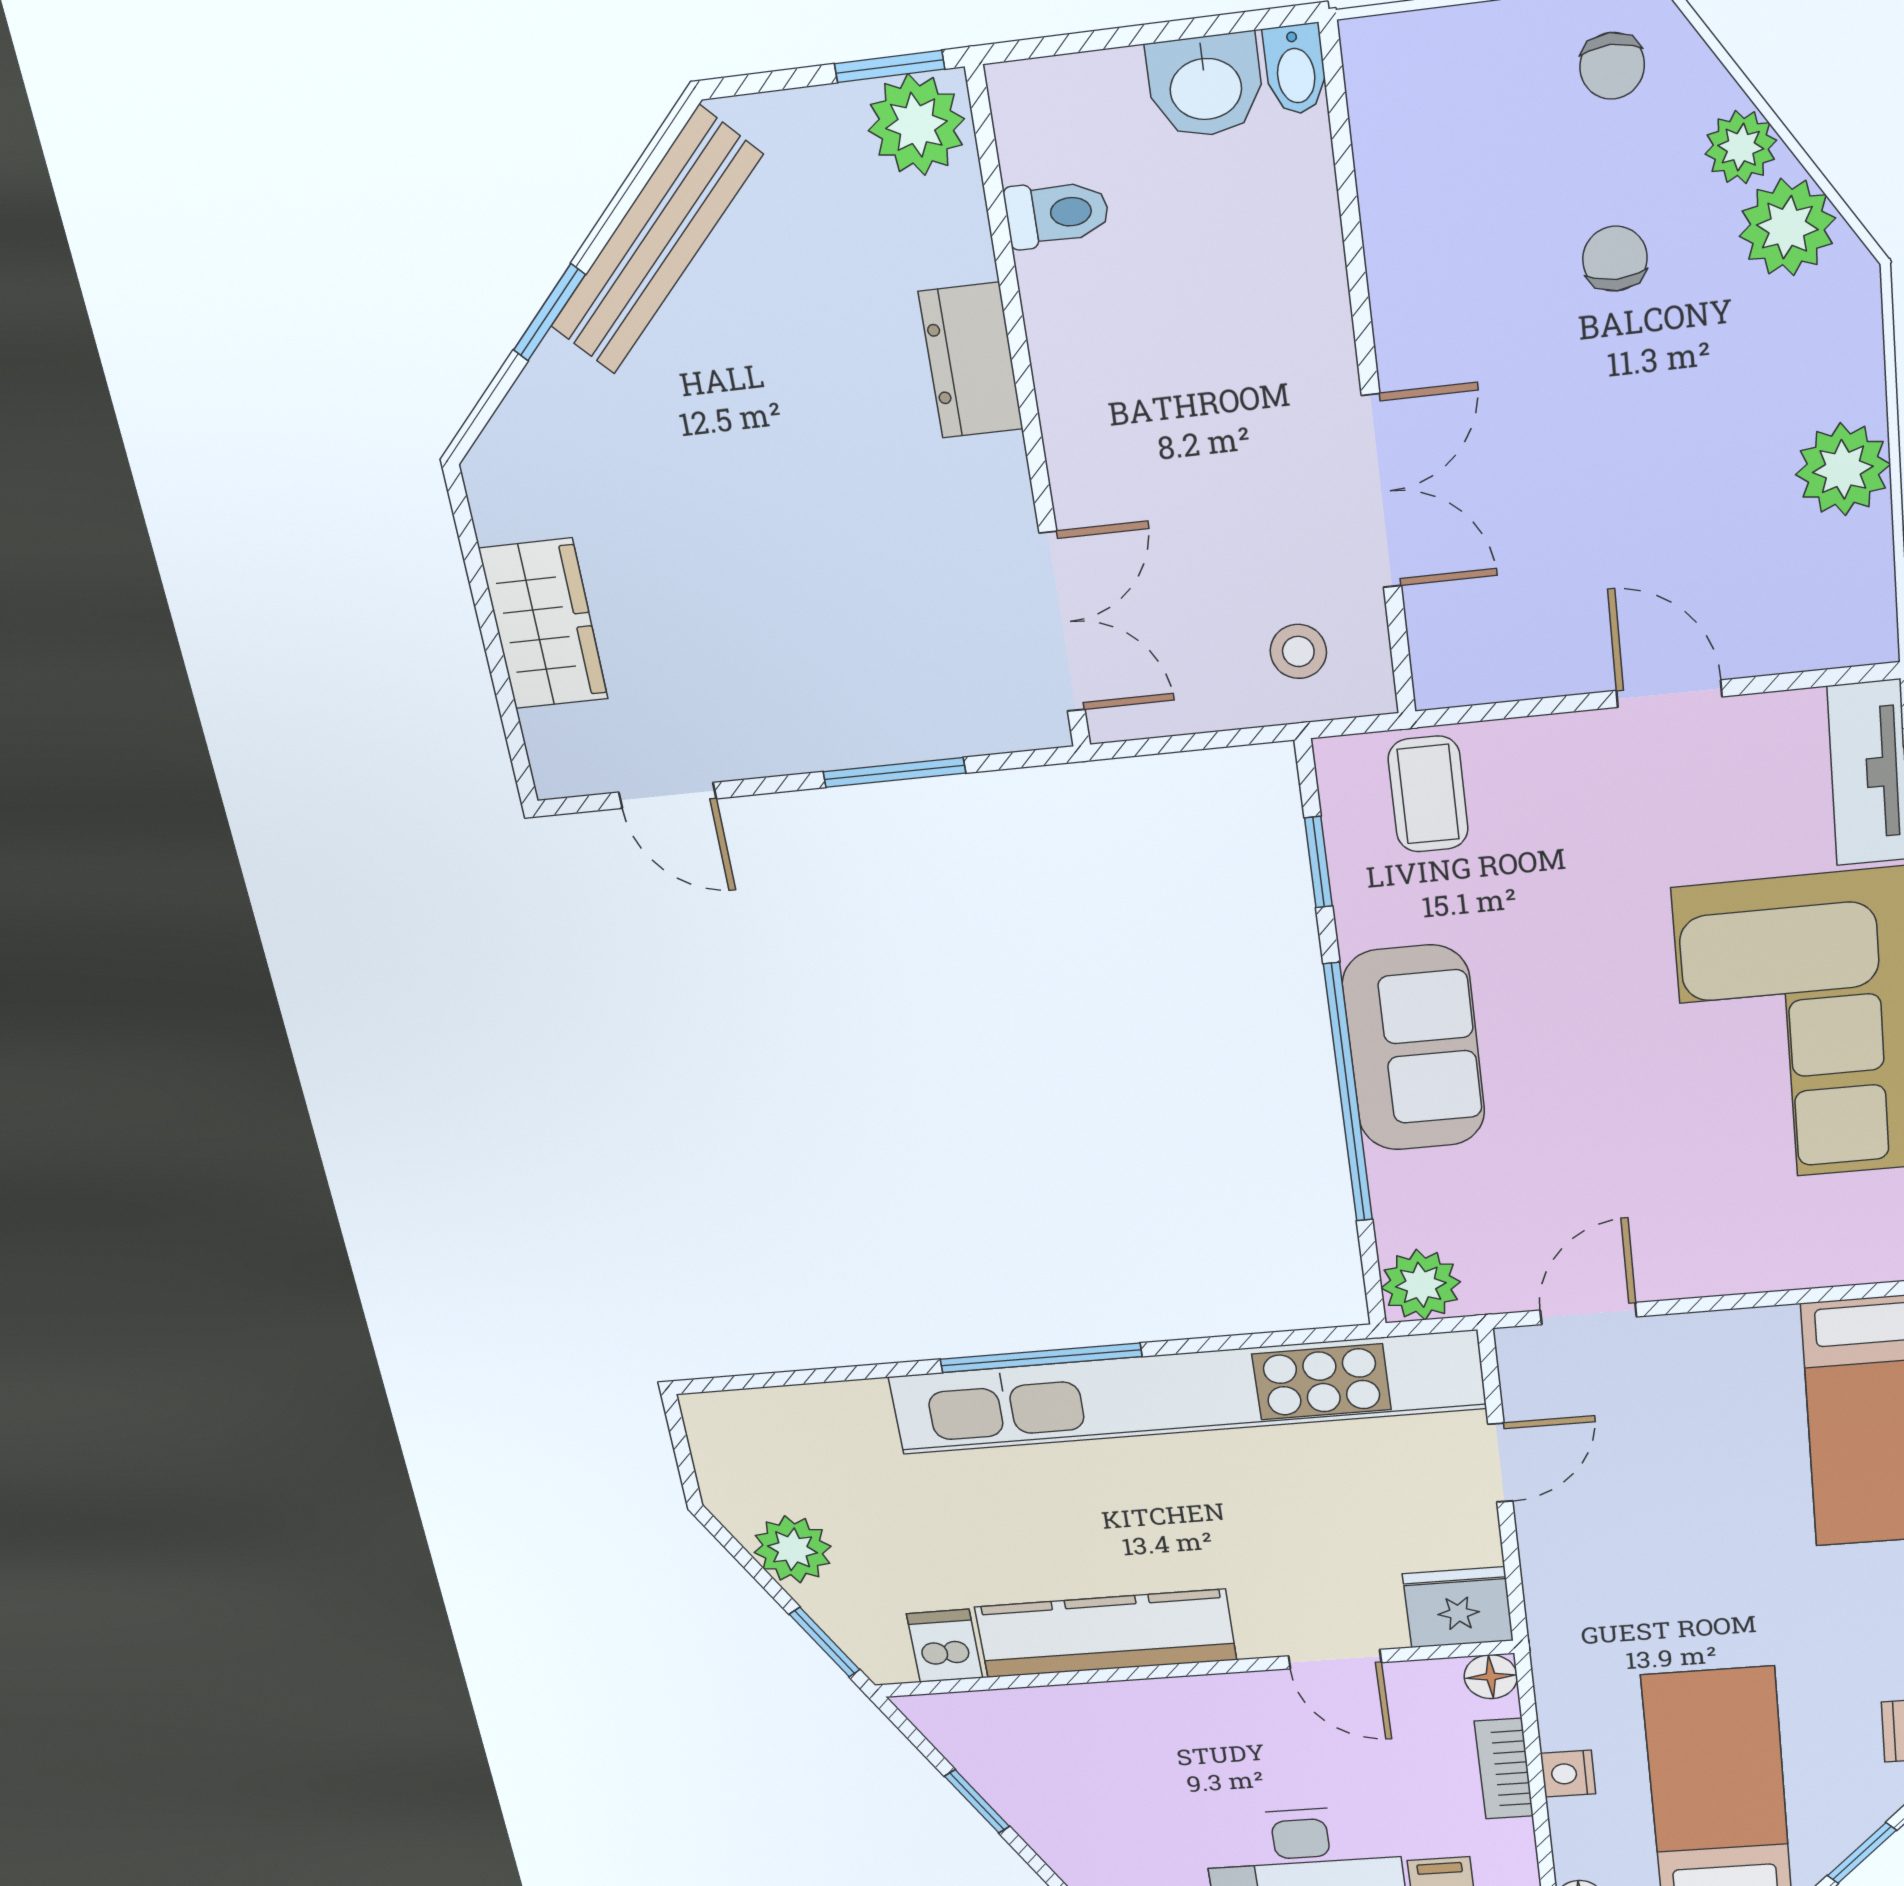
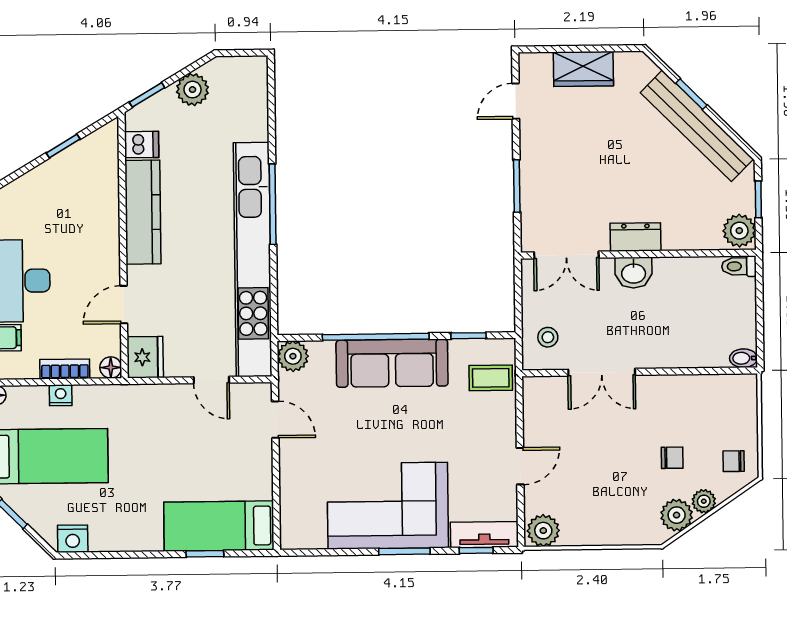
window: (890, 66) -> (758, 199), moved
washbasin: (1205, 86) -> (634, 273), moved, turned -90
toilet: (1057, 213) -> (739, 266), moved, turned 90
bench: (656, 241) -> (697, 126), width x1.37, depth x1.21
dresser: (971, 361) -> (635, 237), moved
plant: (1843, 469) -> (543, 531), moved
sofa: (1414, 1048) -> (392, 363), width x1.36

